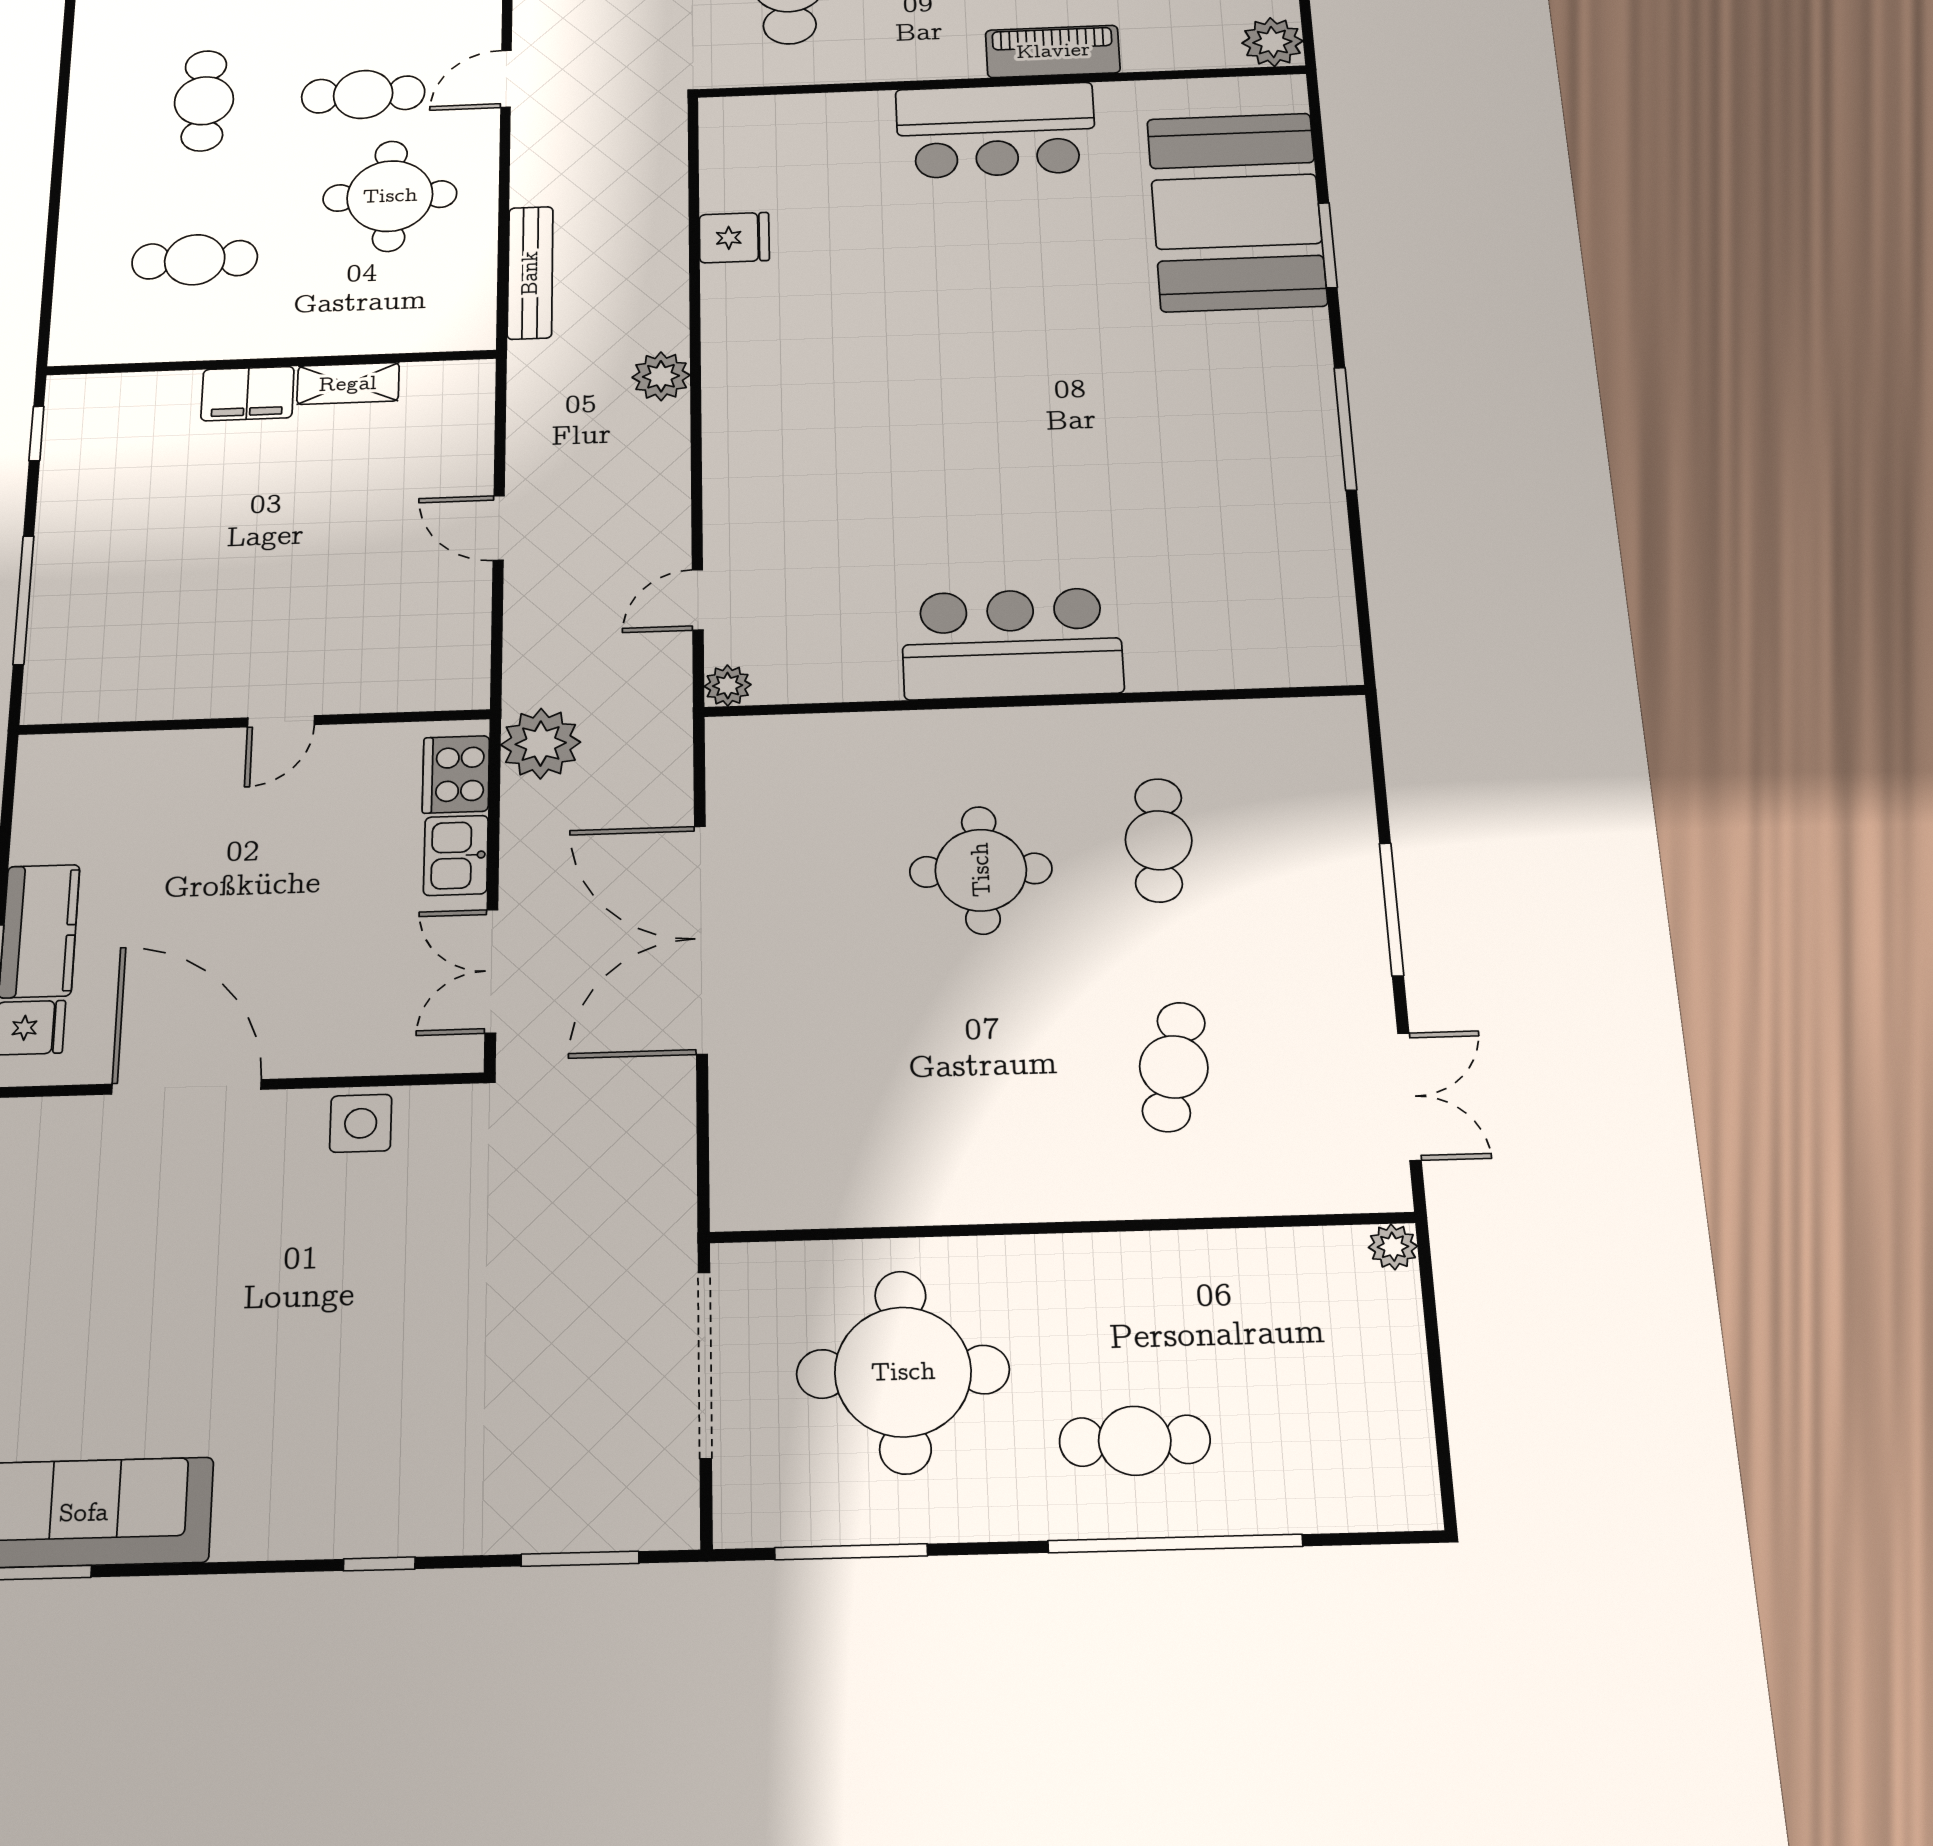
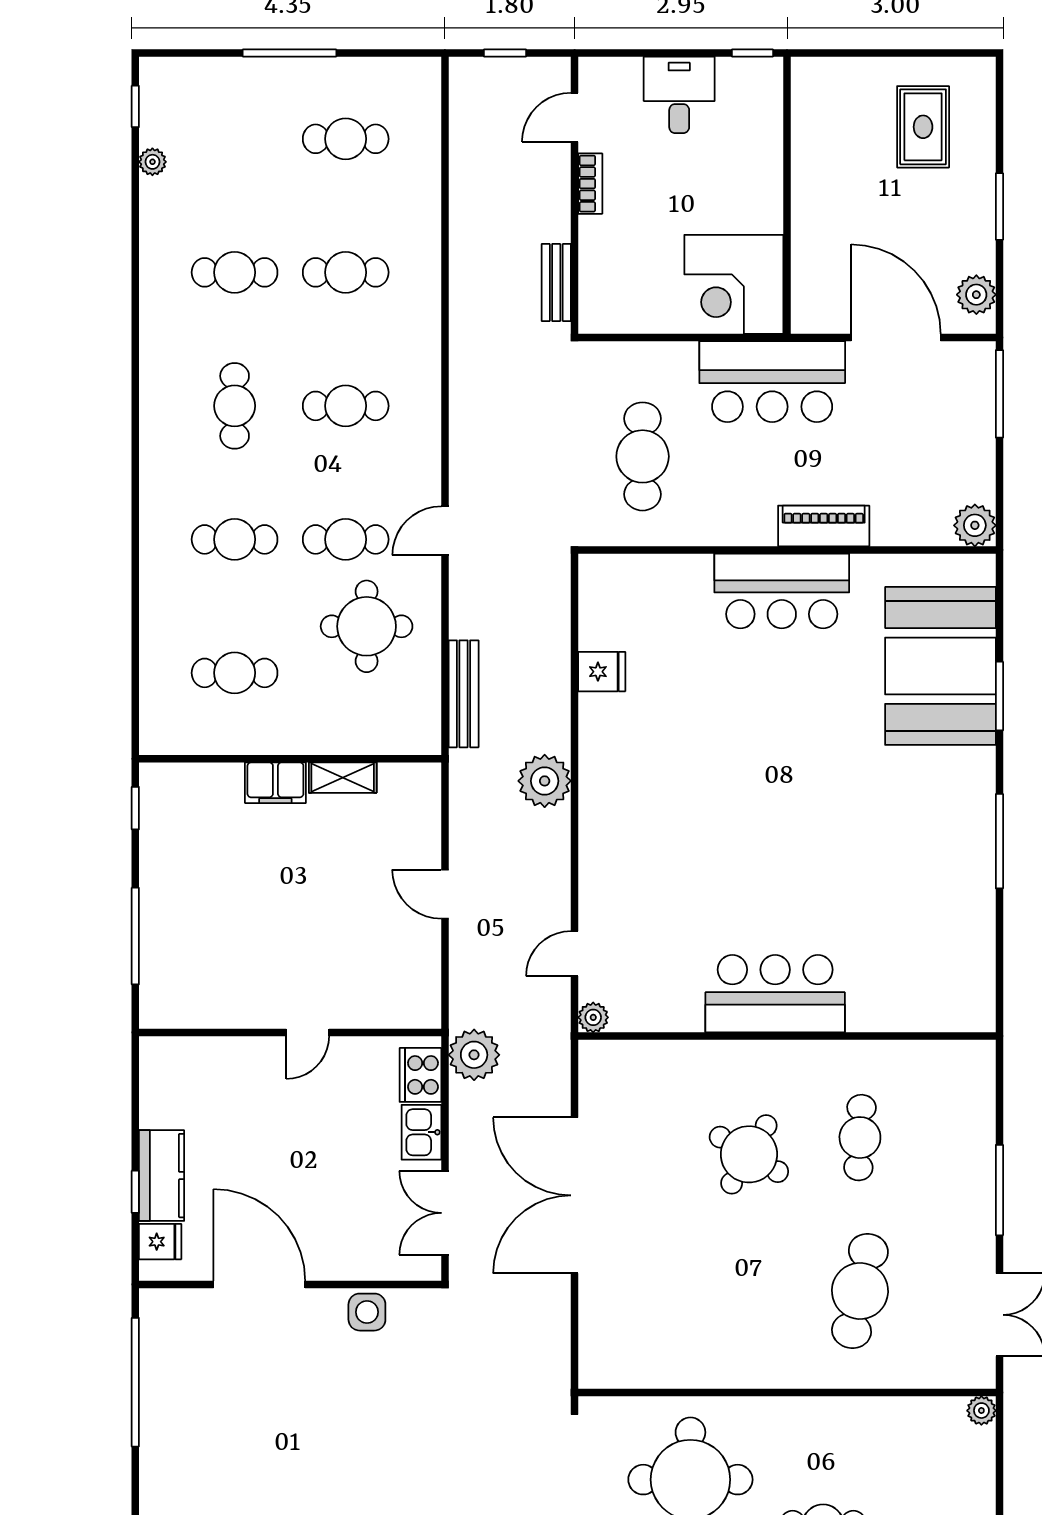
cafe table: (204, 101) -> (235, 539), turned 90
plant: (661, 376) -> (545, 781), width x1.36, depth x1.36
round table: (981, 870) -> (749, 1154), turned 31
cafe table: (1174, 1067) -> (860, 1291), width x1.37, depth x1.35

